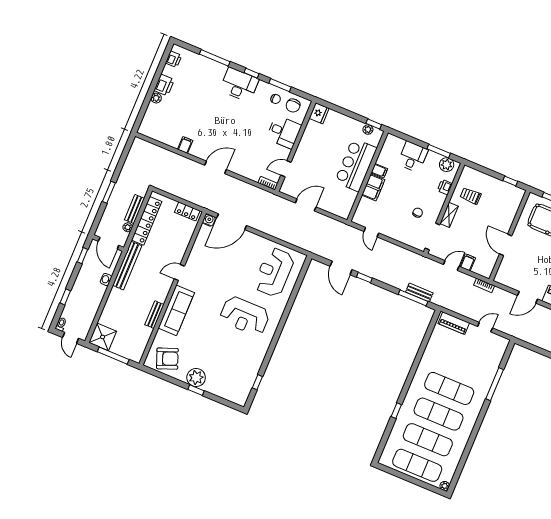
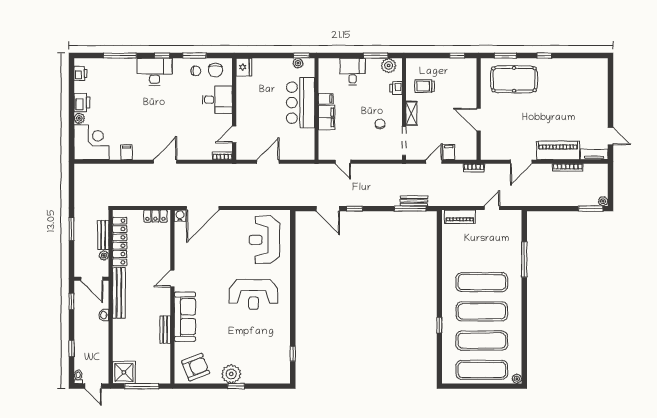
corner desk: (158, 123) -> (92, 142), added

